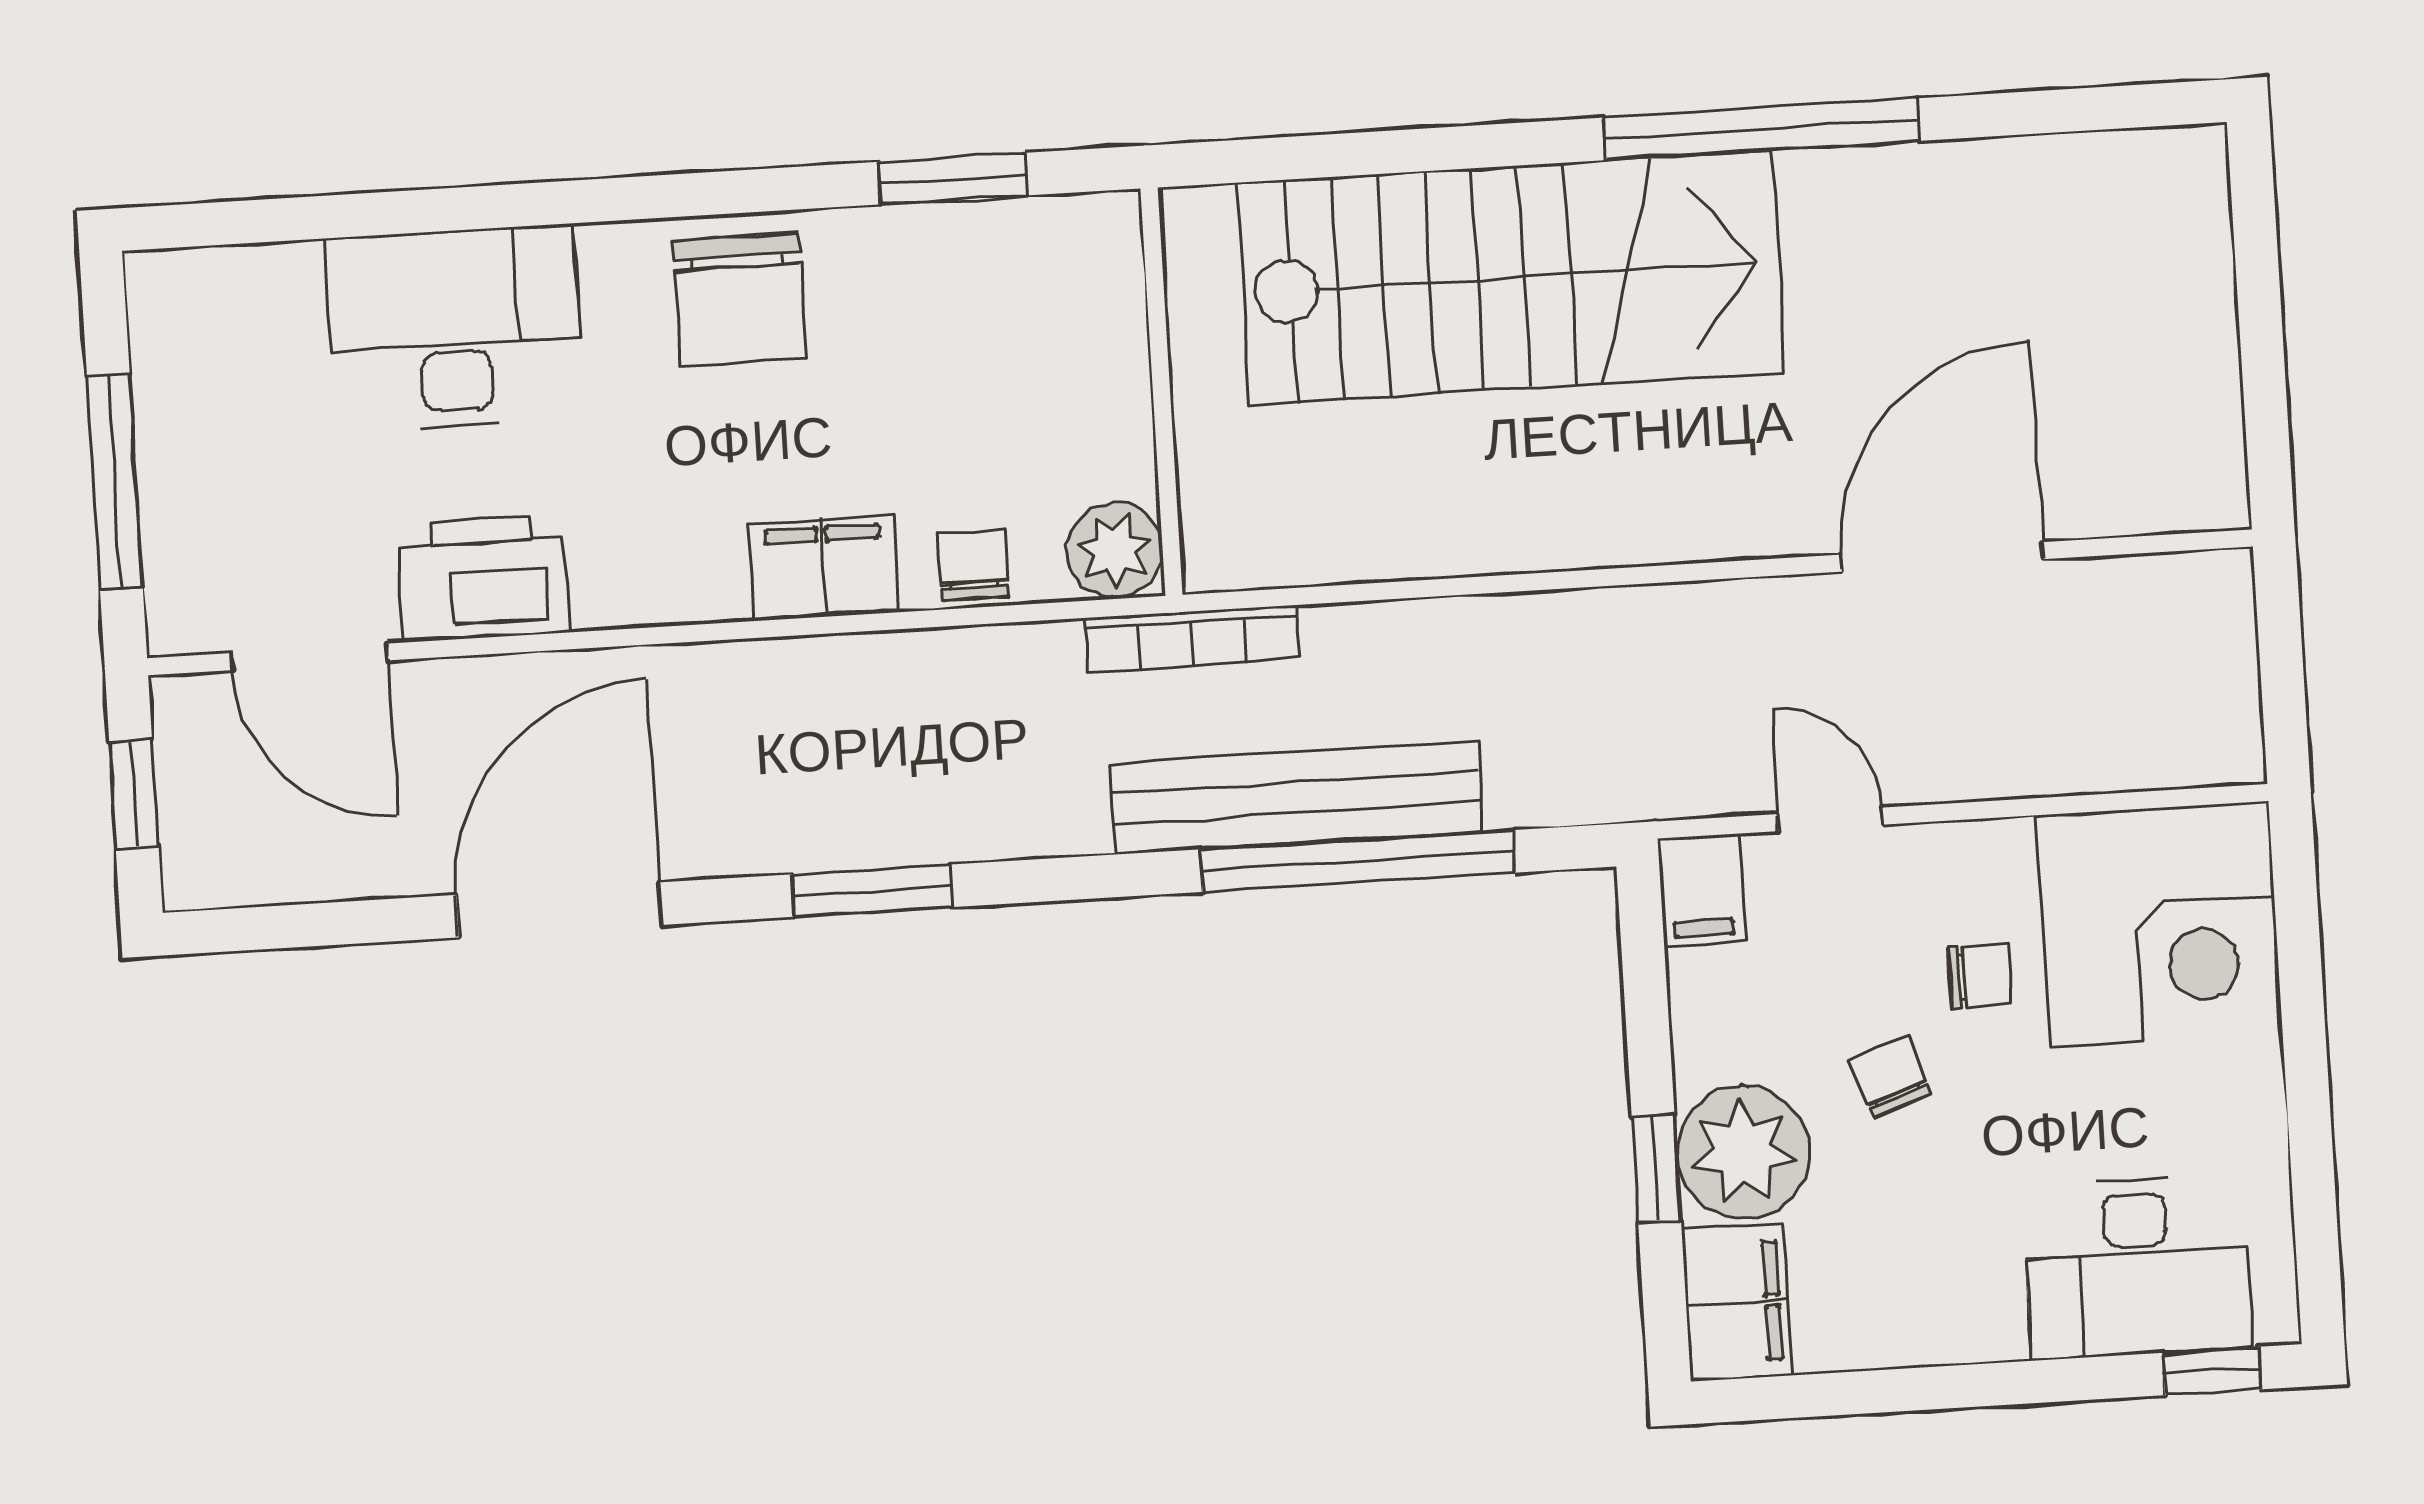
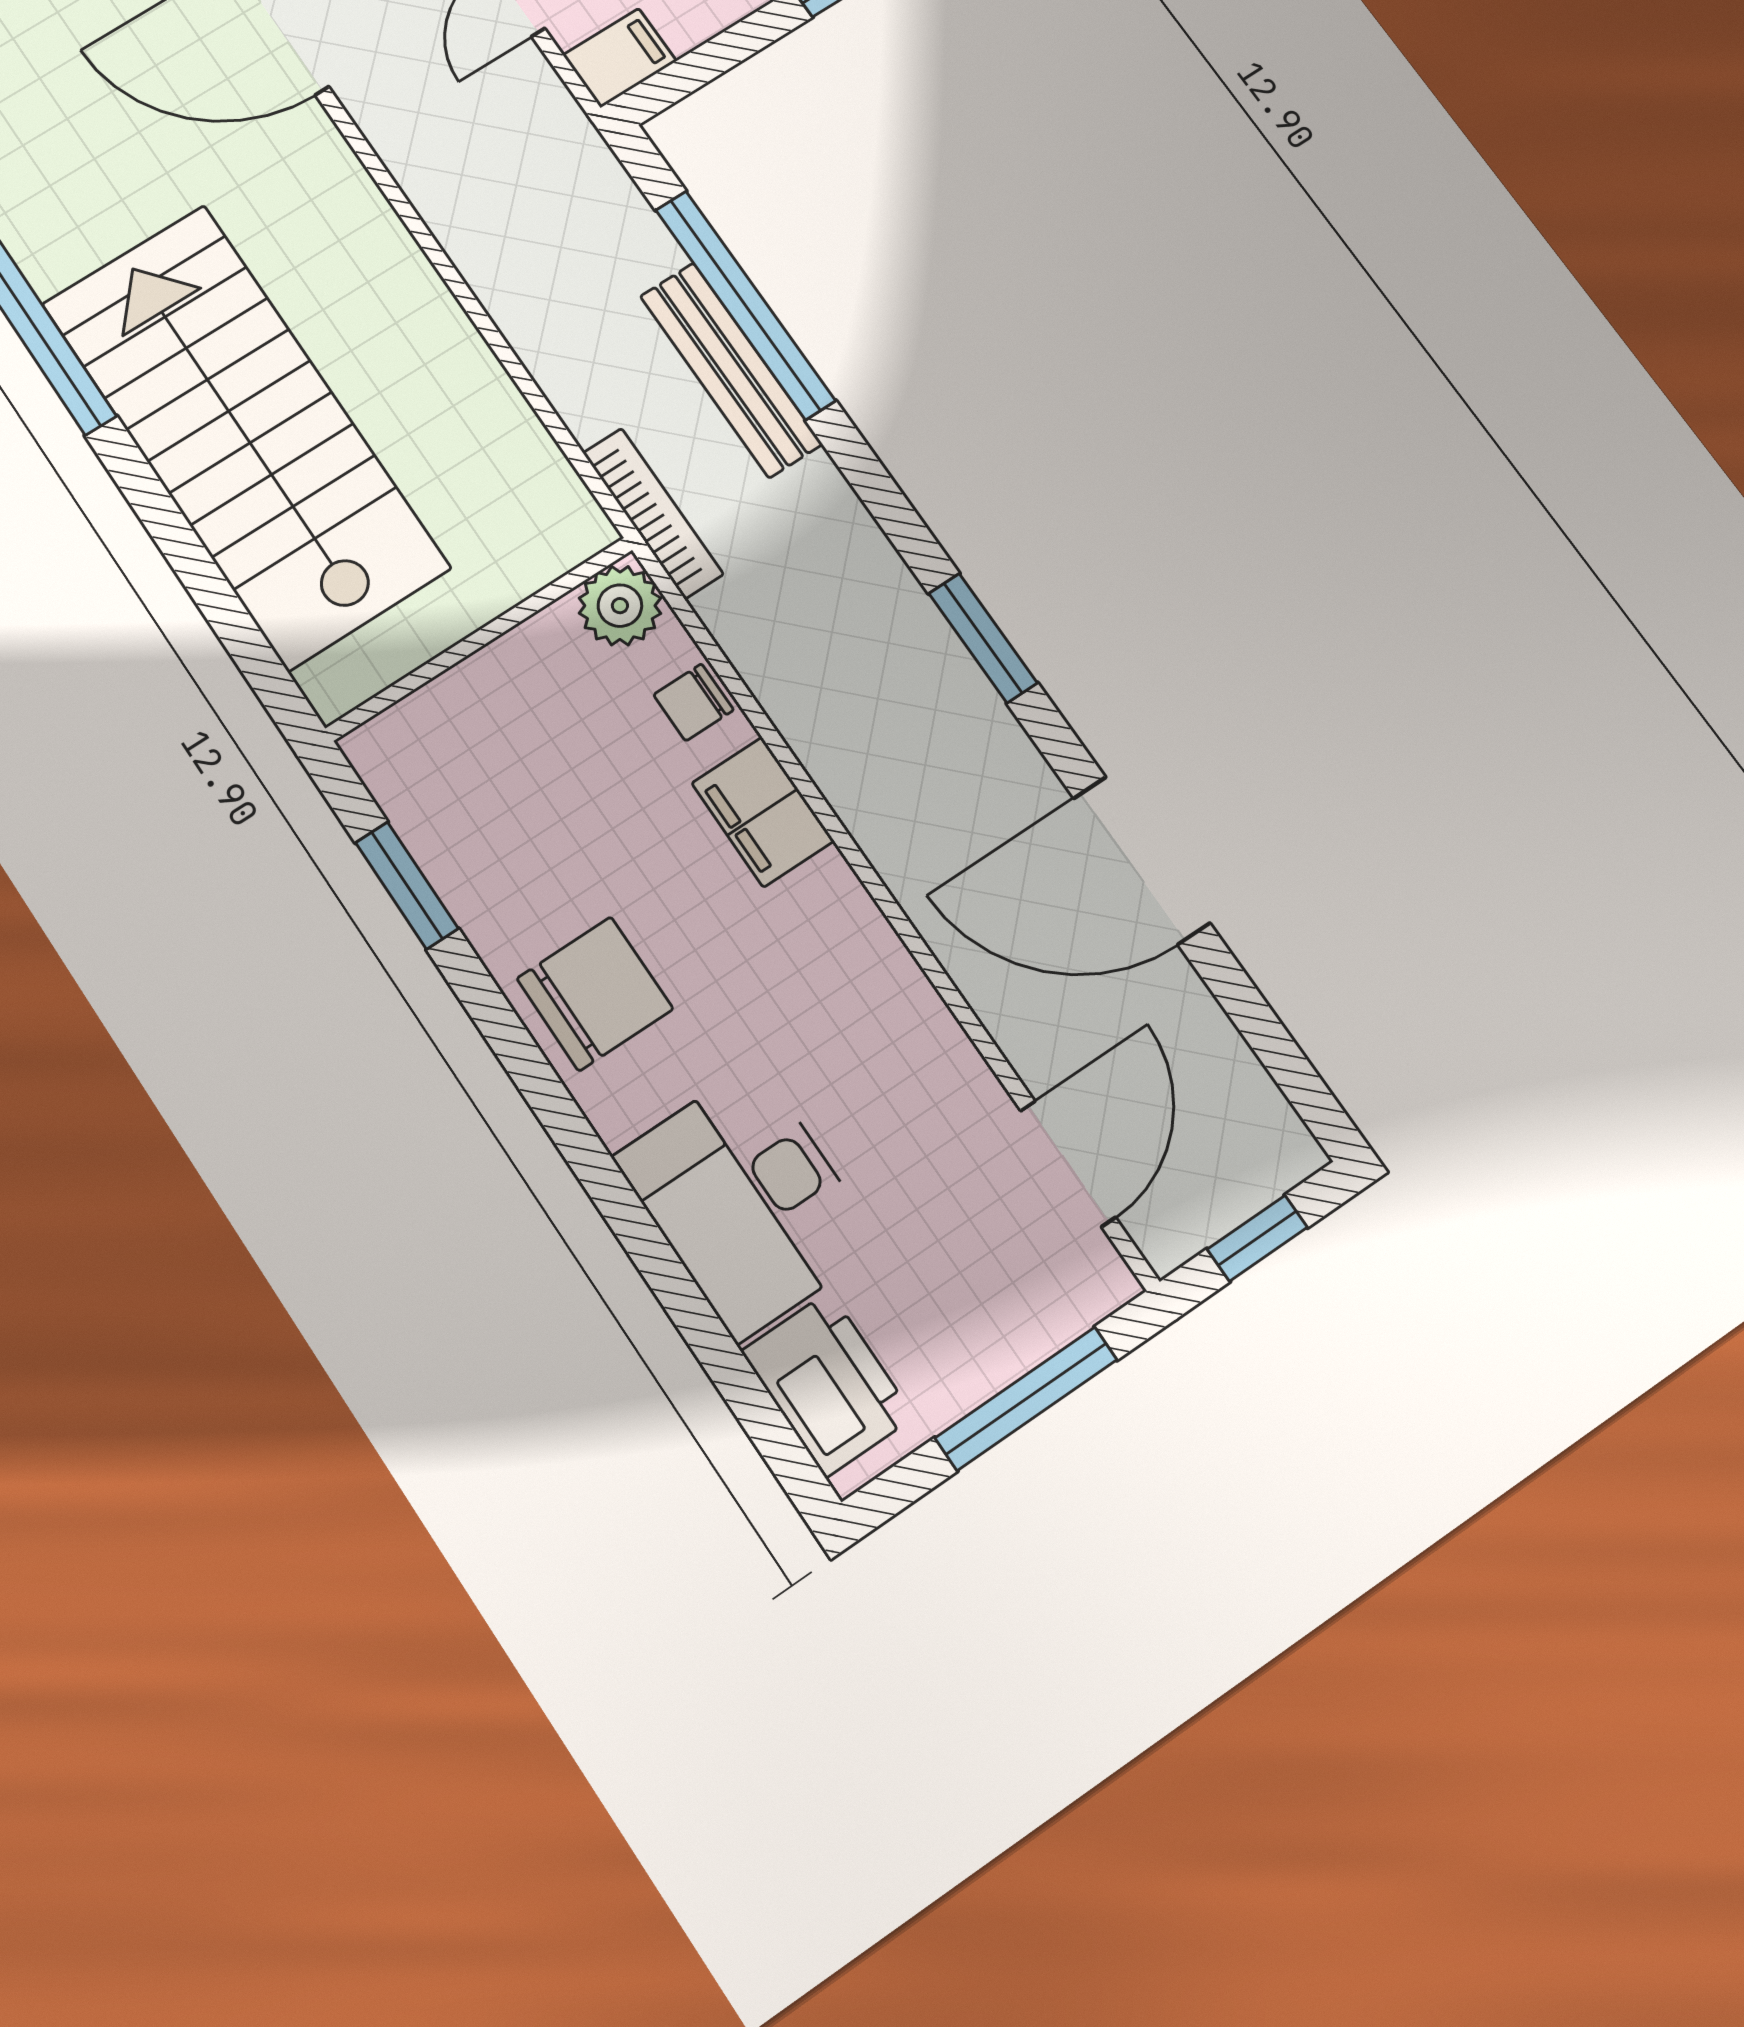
printer: (483, 578) -> (828, 1384), moved, turned 180
bench: (1296, 798) -> (731, 370), width x0.73, depth x0.82

